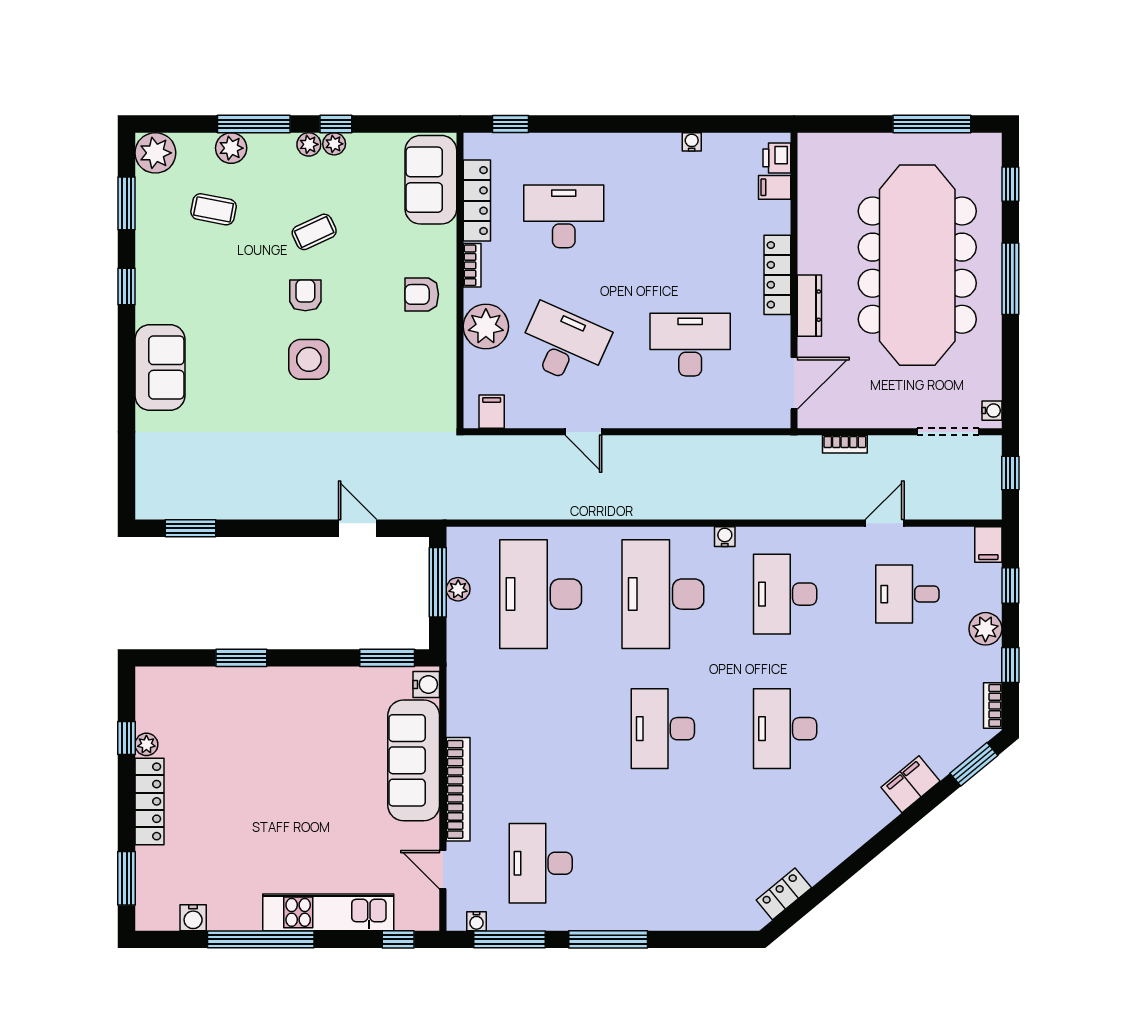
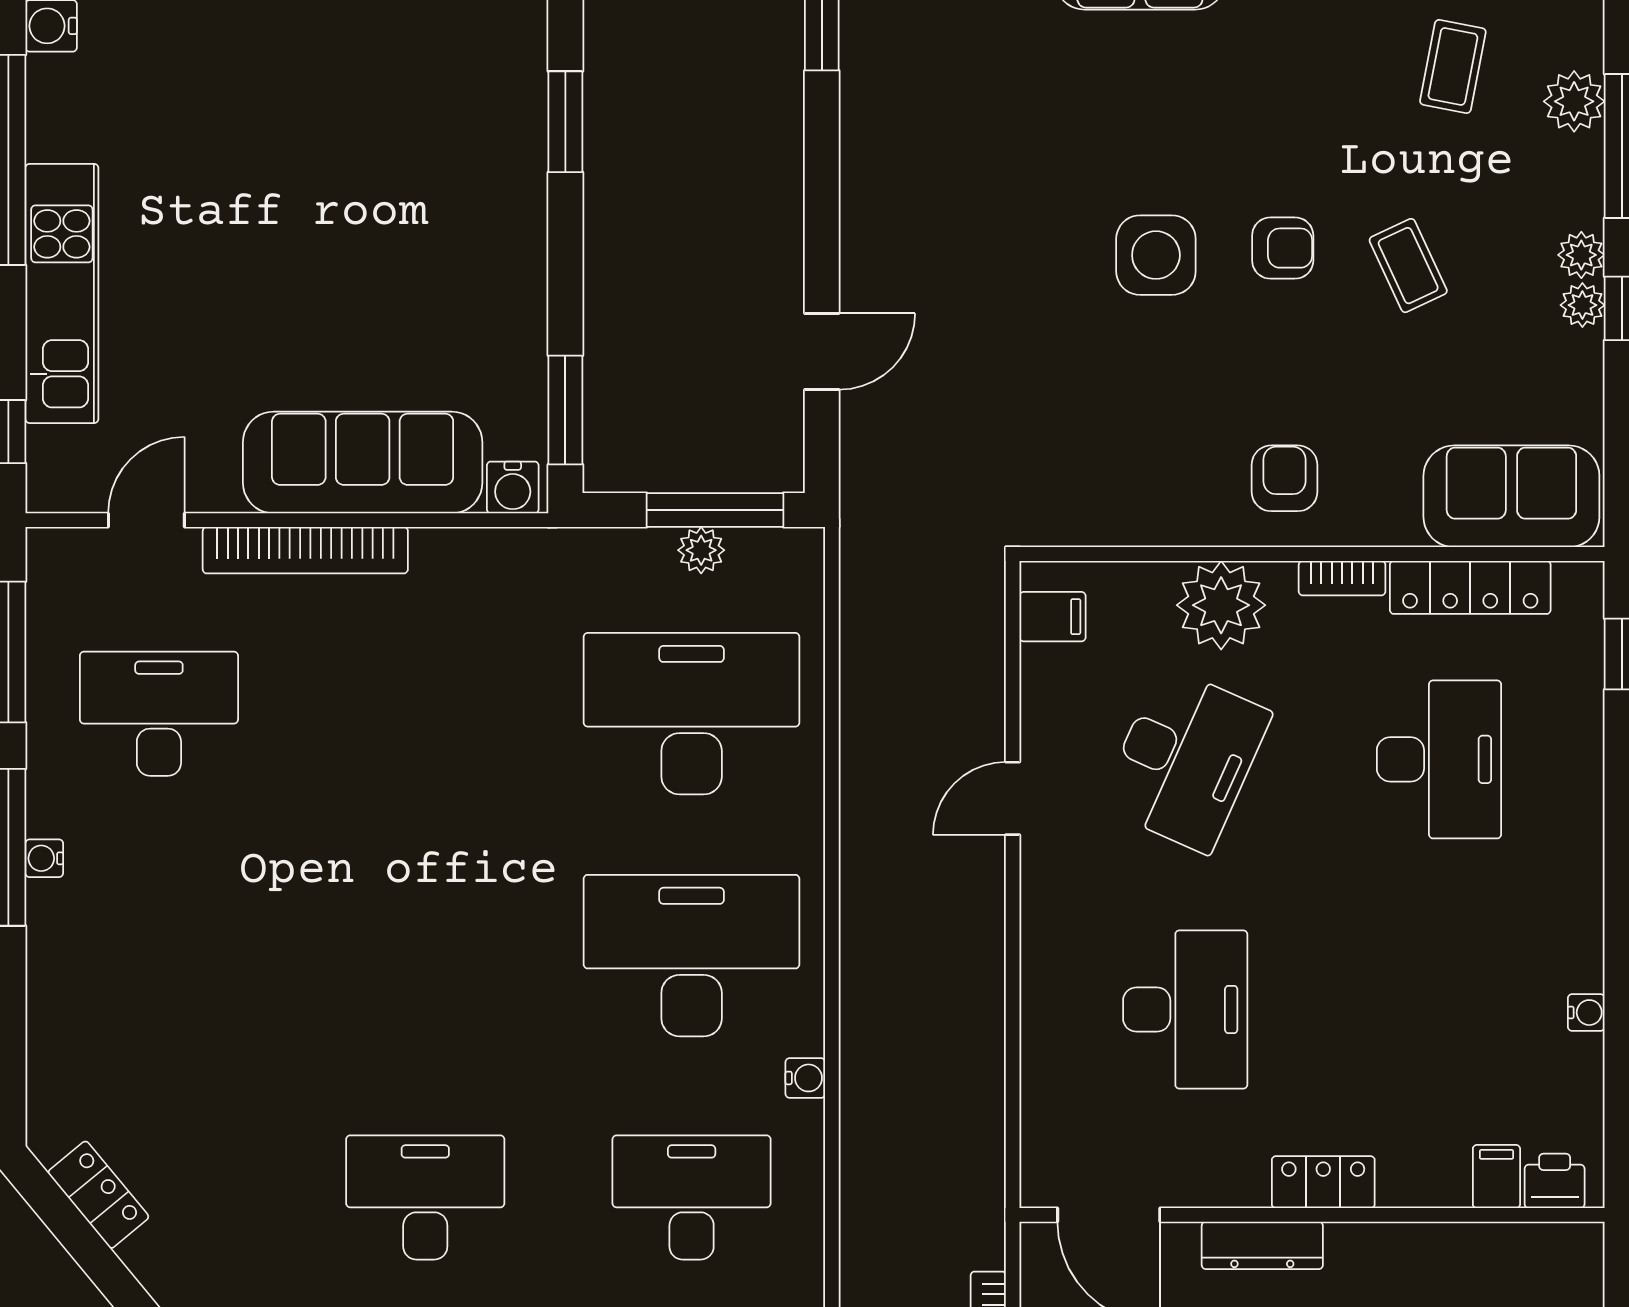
locker: (777, 275) -> (1323, 1182), width x0.66
desk: (663, 729) -> (425, 956), removed
water cooler: (476, 921) -> (44, 858), moved

